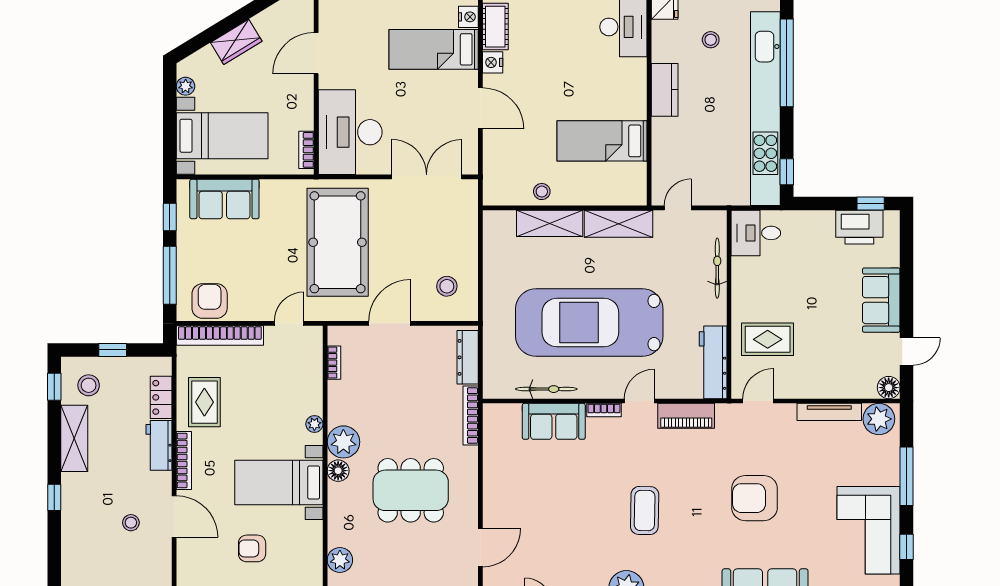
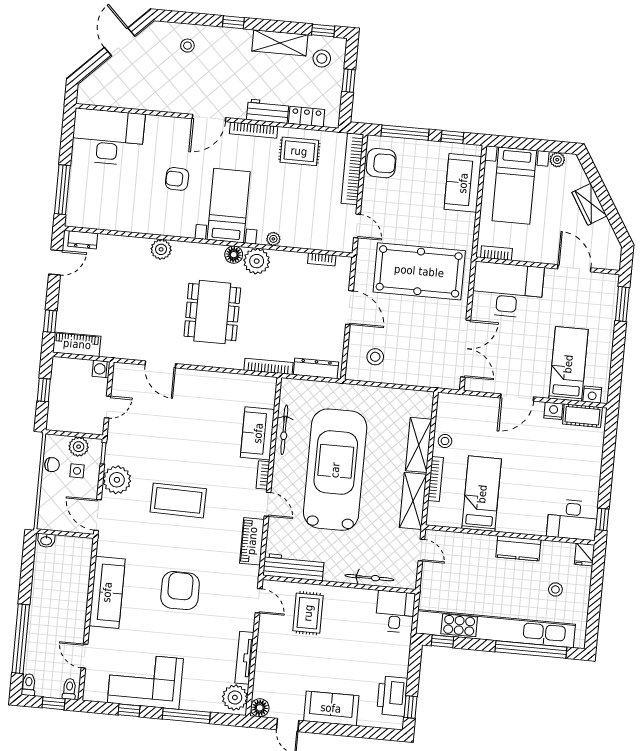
bookcase: (589, 199) -> (436, 479), added
coffee table: (645, 511) -> (178, 500), width x1.36, depth x1.32
stool: (131, 523) -> (187, 46), moved
armchair: (252, 548) -> (177, 179), turned -88

